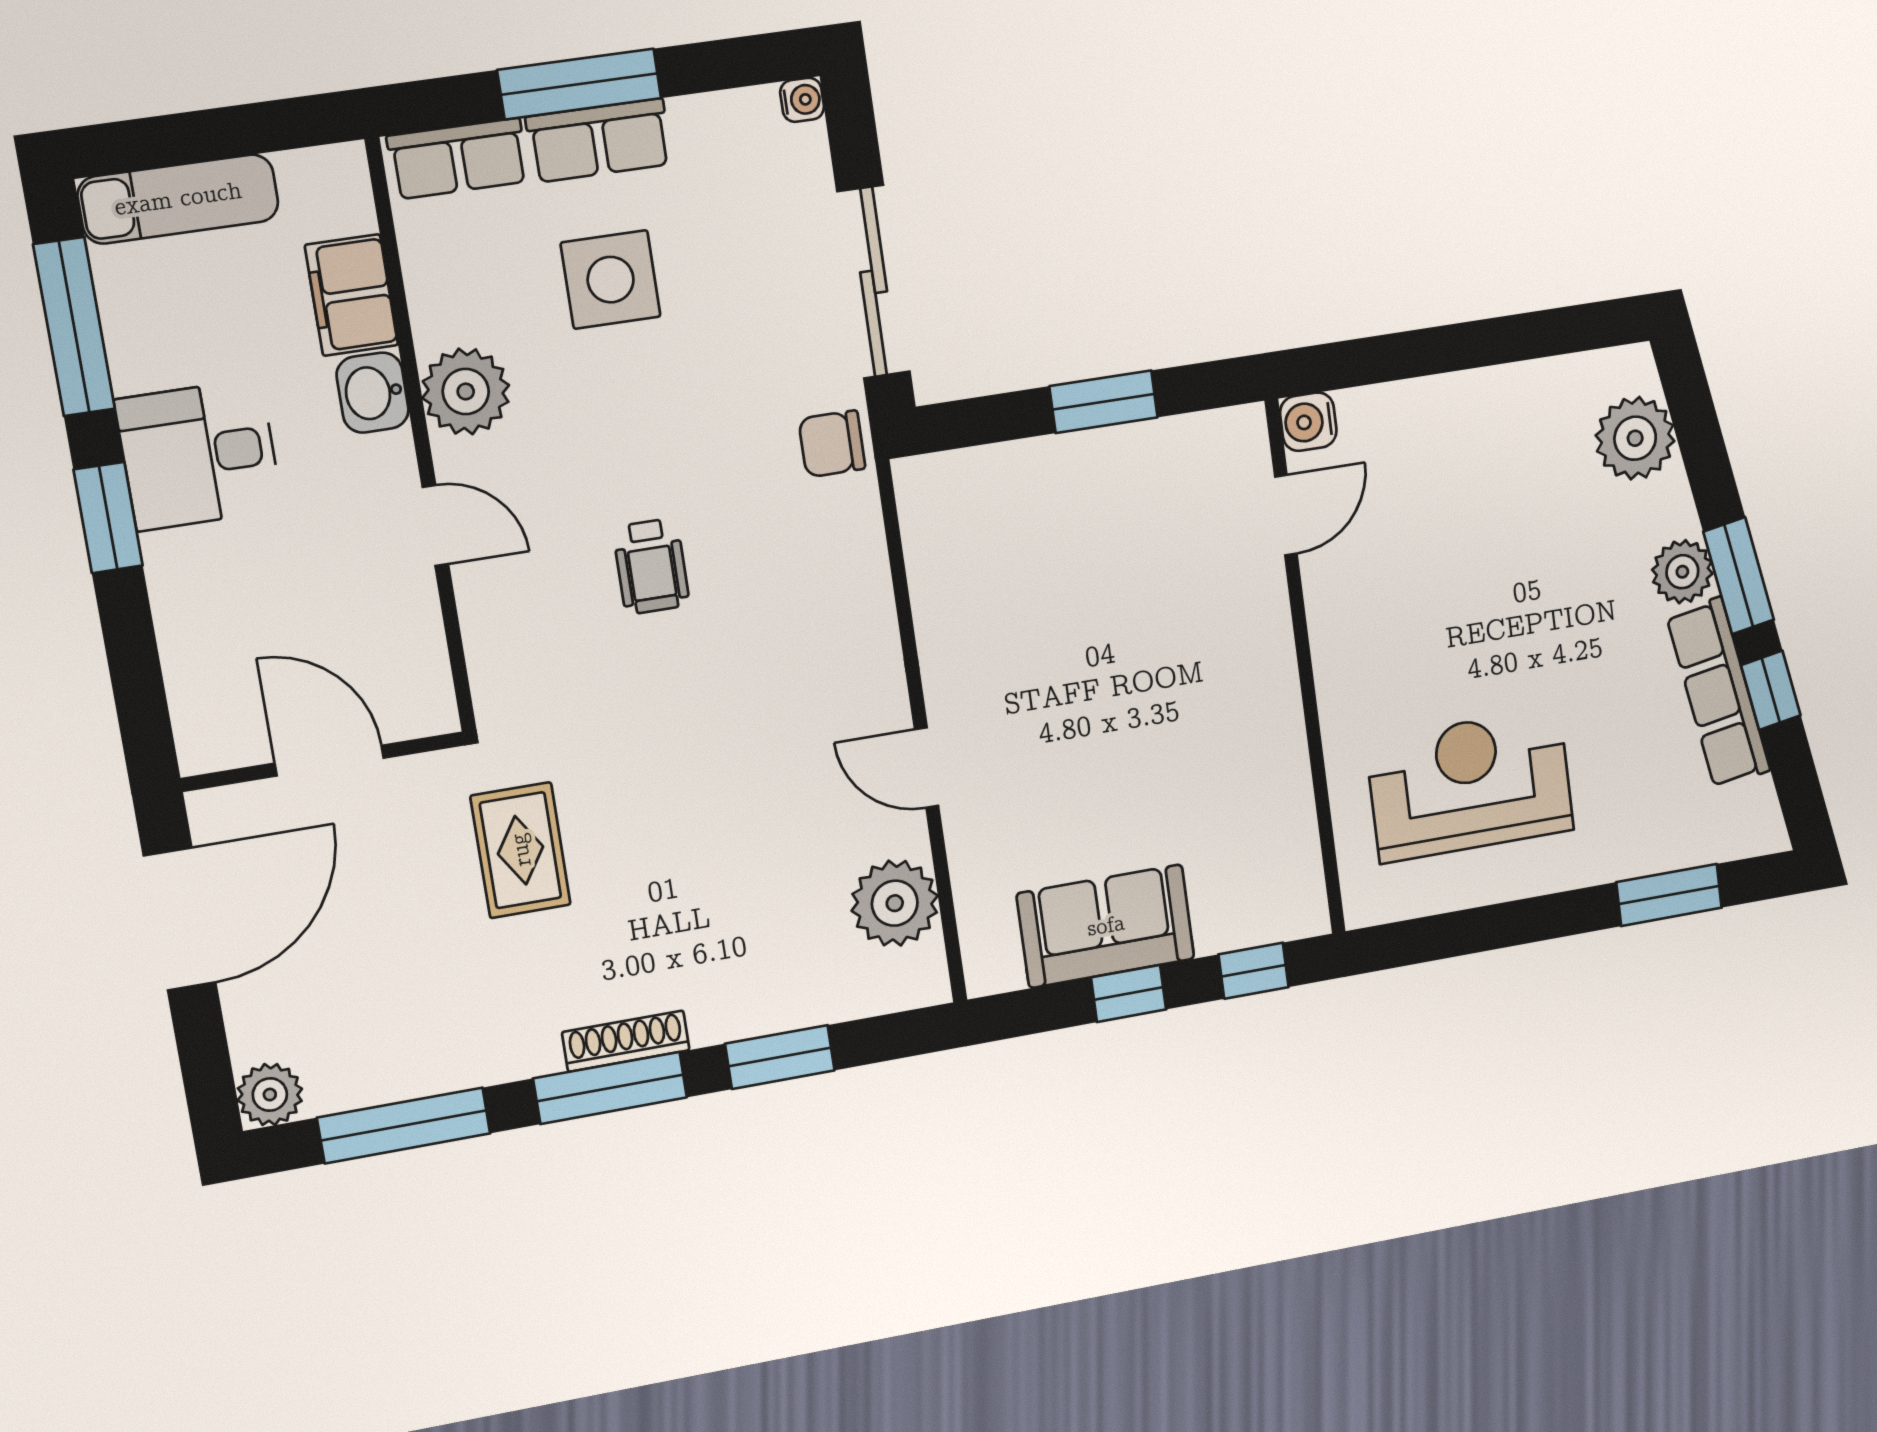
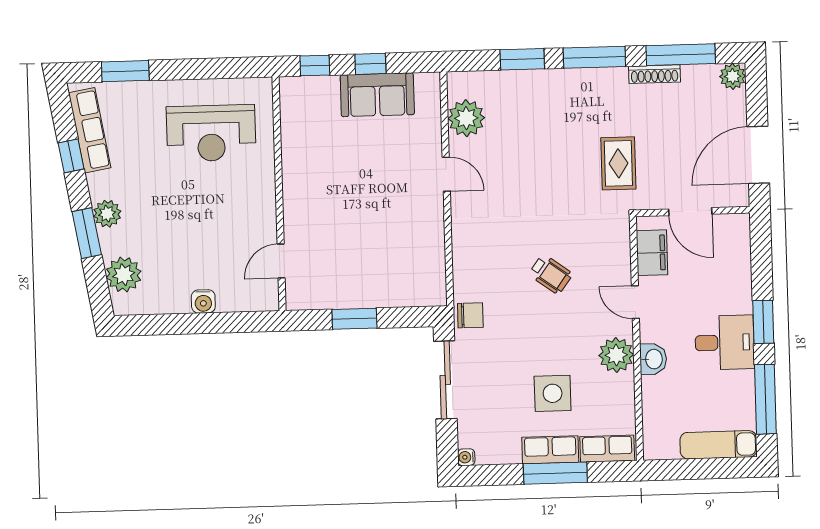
filing cabinet: (351, 295) -> (652, 253), moved
water cooler: (1308, 422) -> (203, 301), moved, turned 90
wheelchair: (651, 566) -> (551, 274), turned 126
window: (1739, 576) -> (87, 233), moved
row of seats: (1718, 693) -> (90, 130), moved
shoe rack: (626, 1041) -> (655, 74), moved

